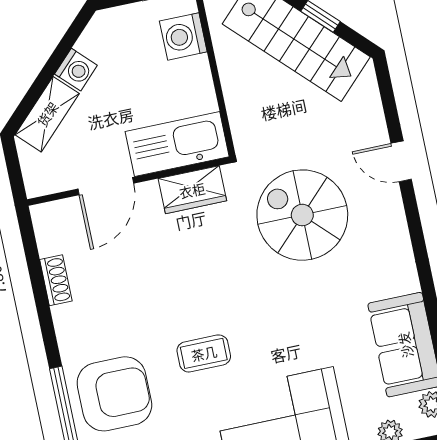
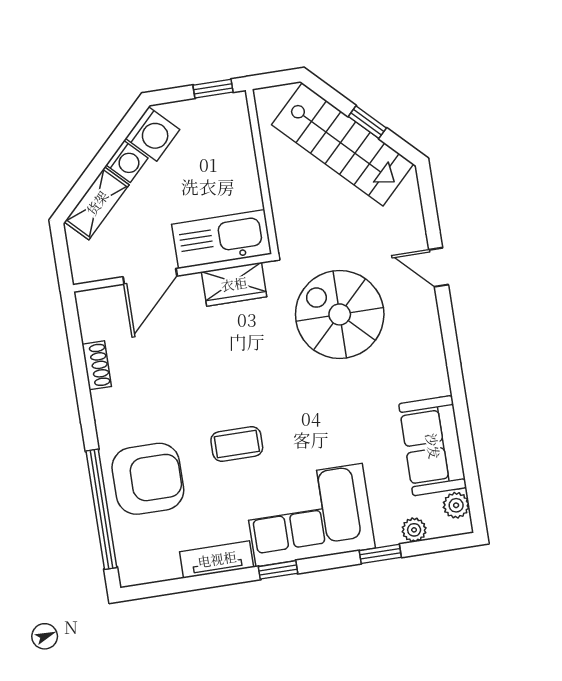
washing machine: (183, 36) -> (153, 134), moved, turned -135

